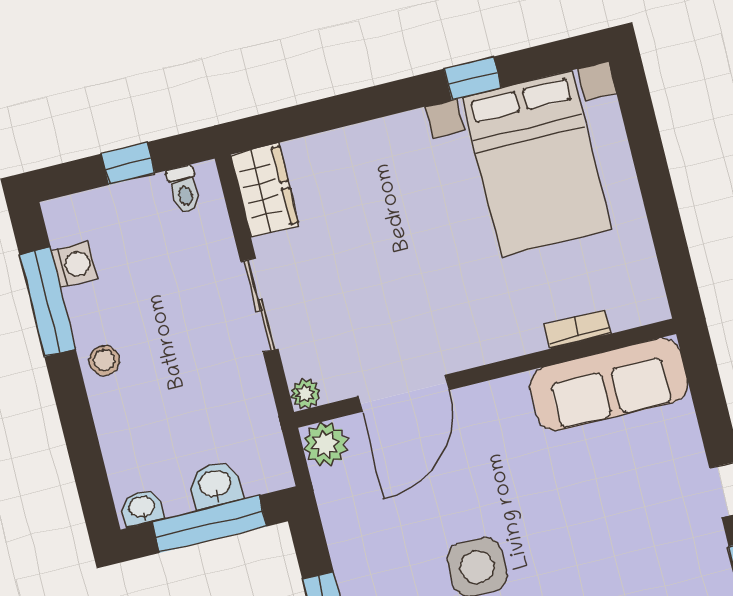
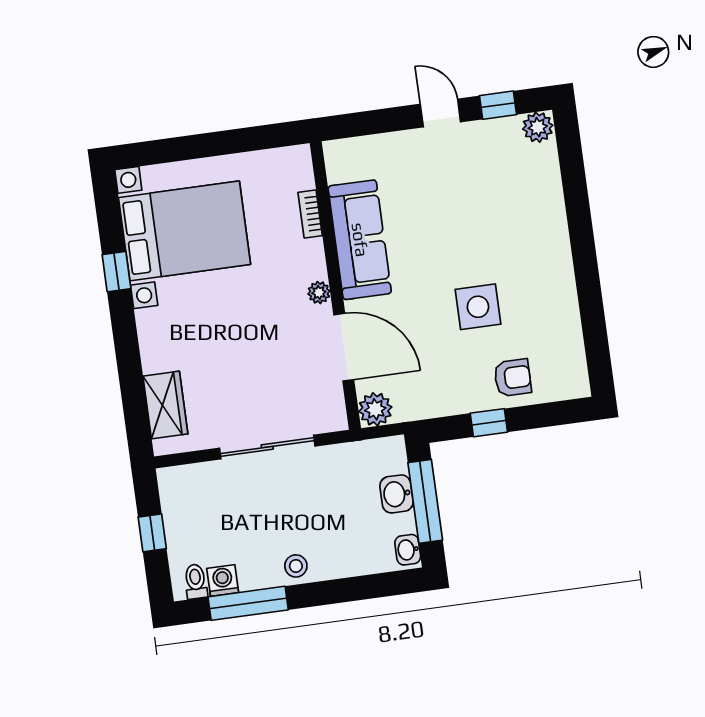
toilet: (184, 190) -> (196, 581), moved, turned -90
wardrobe: (265, 190) -> (165, 405), moved, turned 90
sliding door: (259, 305) -> (267, 447), width x1.37
sofa: (609, 385) -> (360, 240), moved
plant: (305, 394) -> (319, 293), moved

